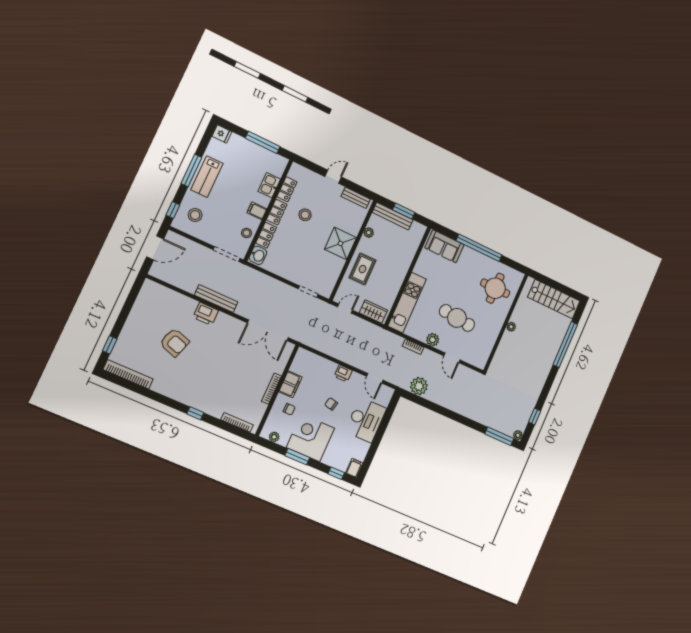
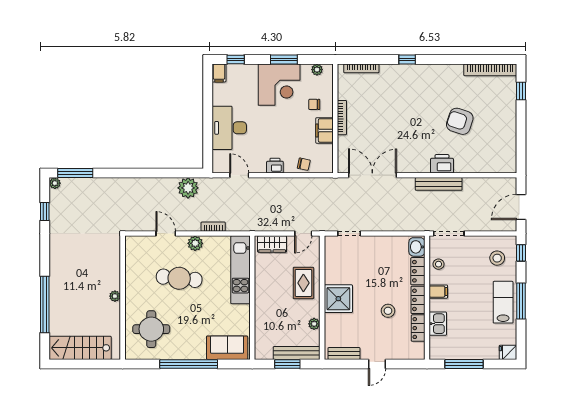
chair: (331, 404) -> (304, 164), moved

